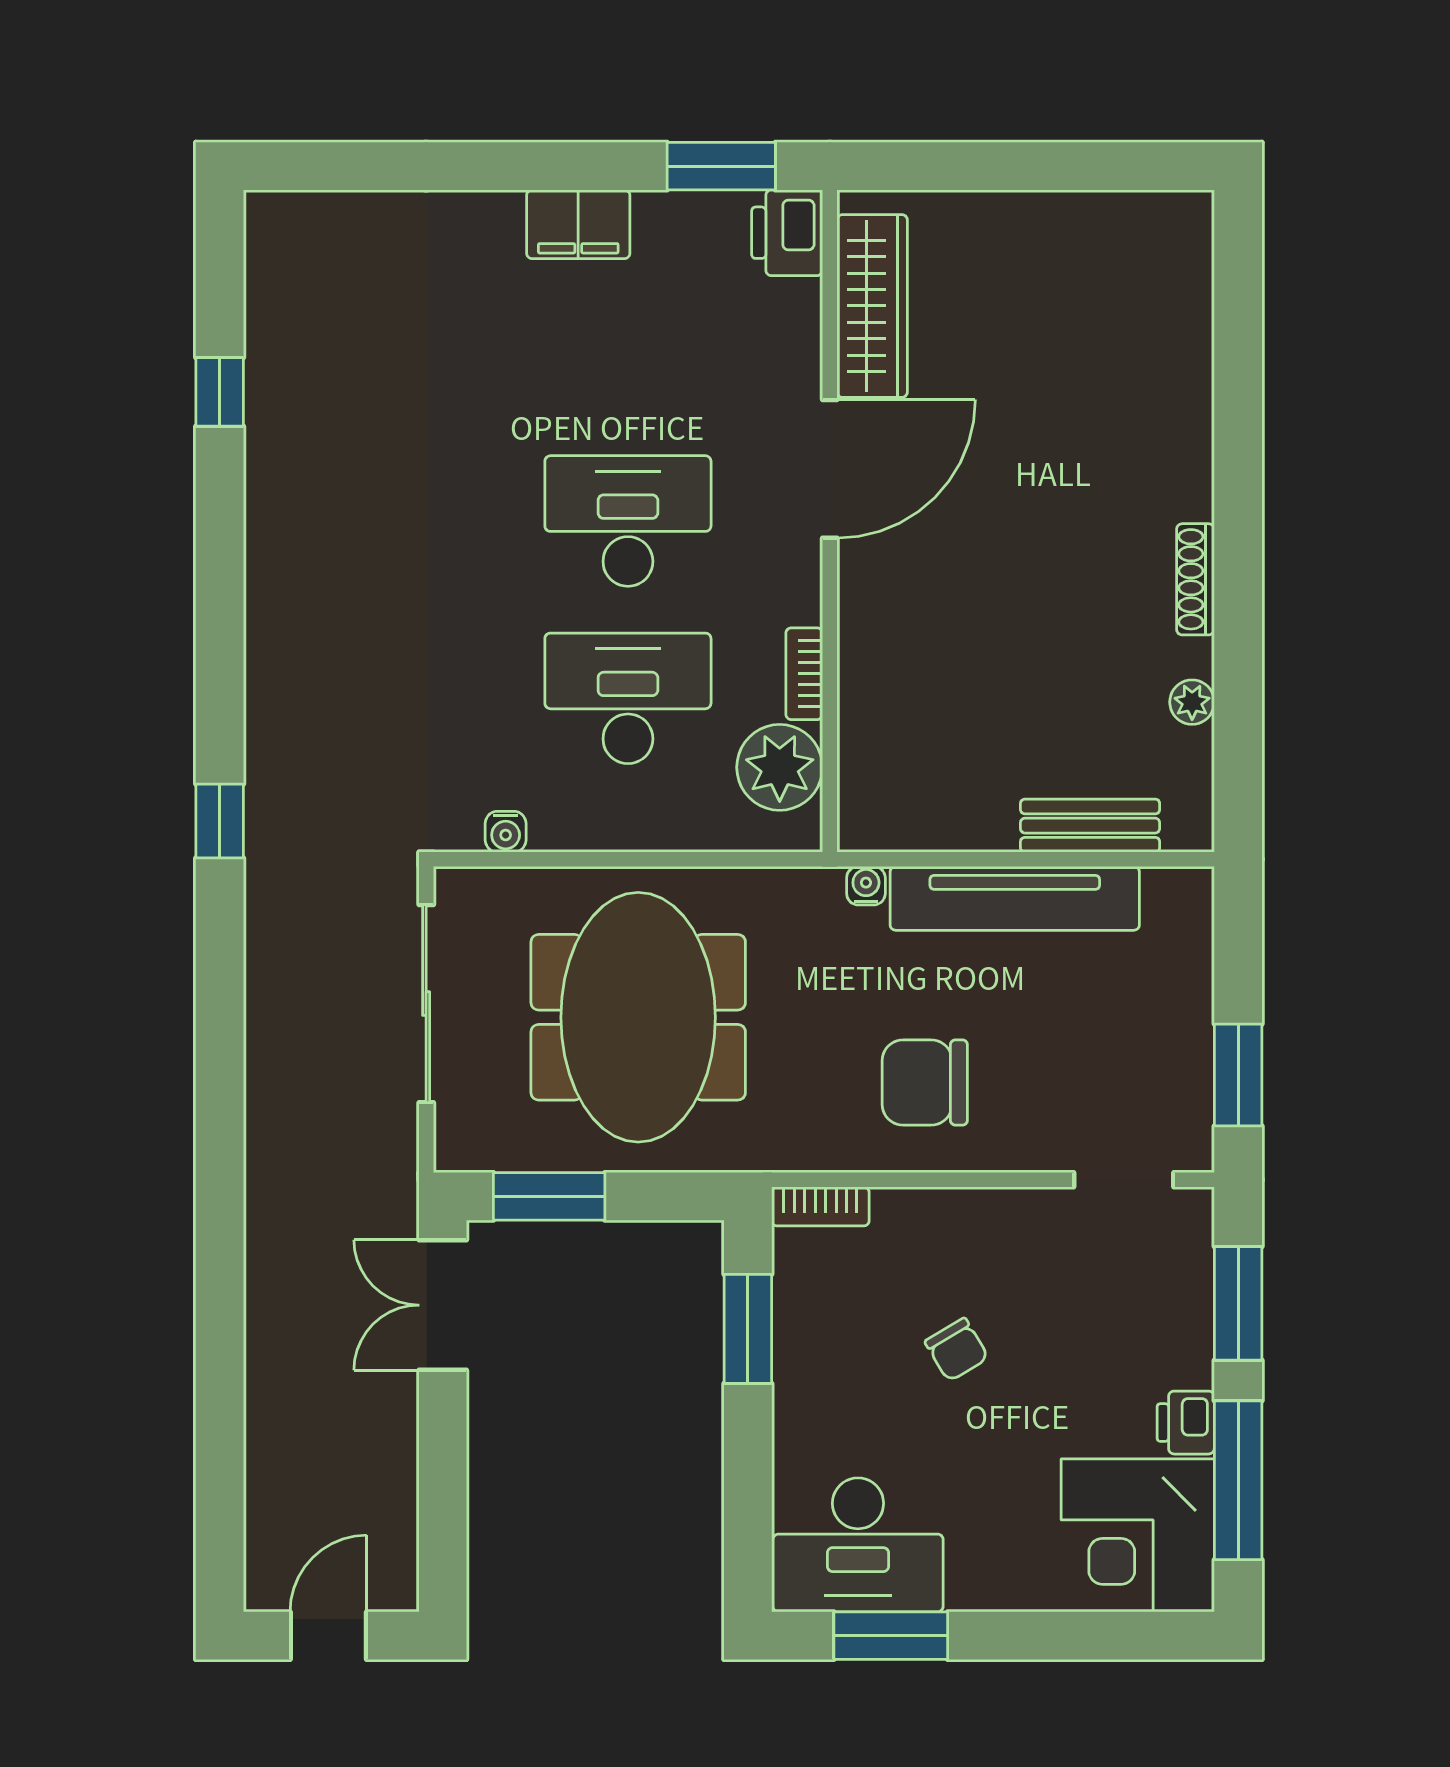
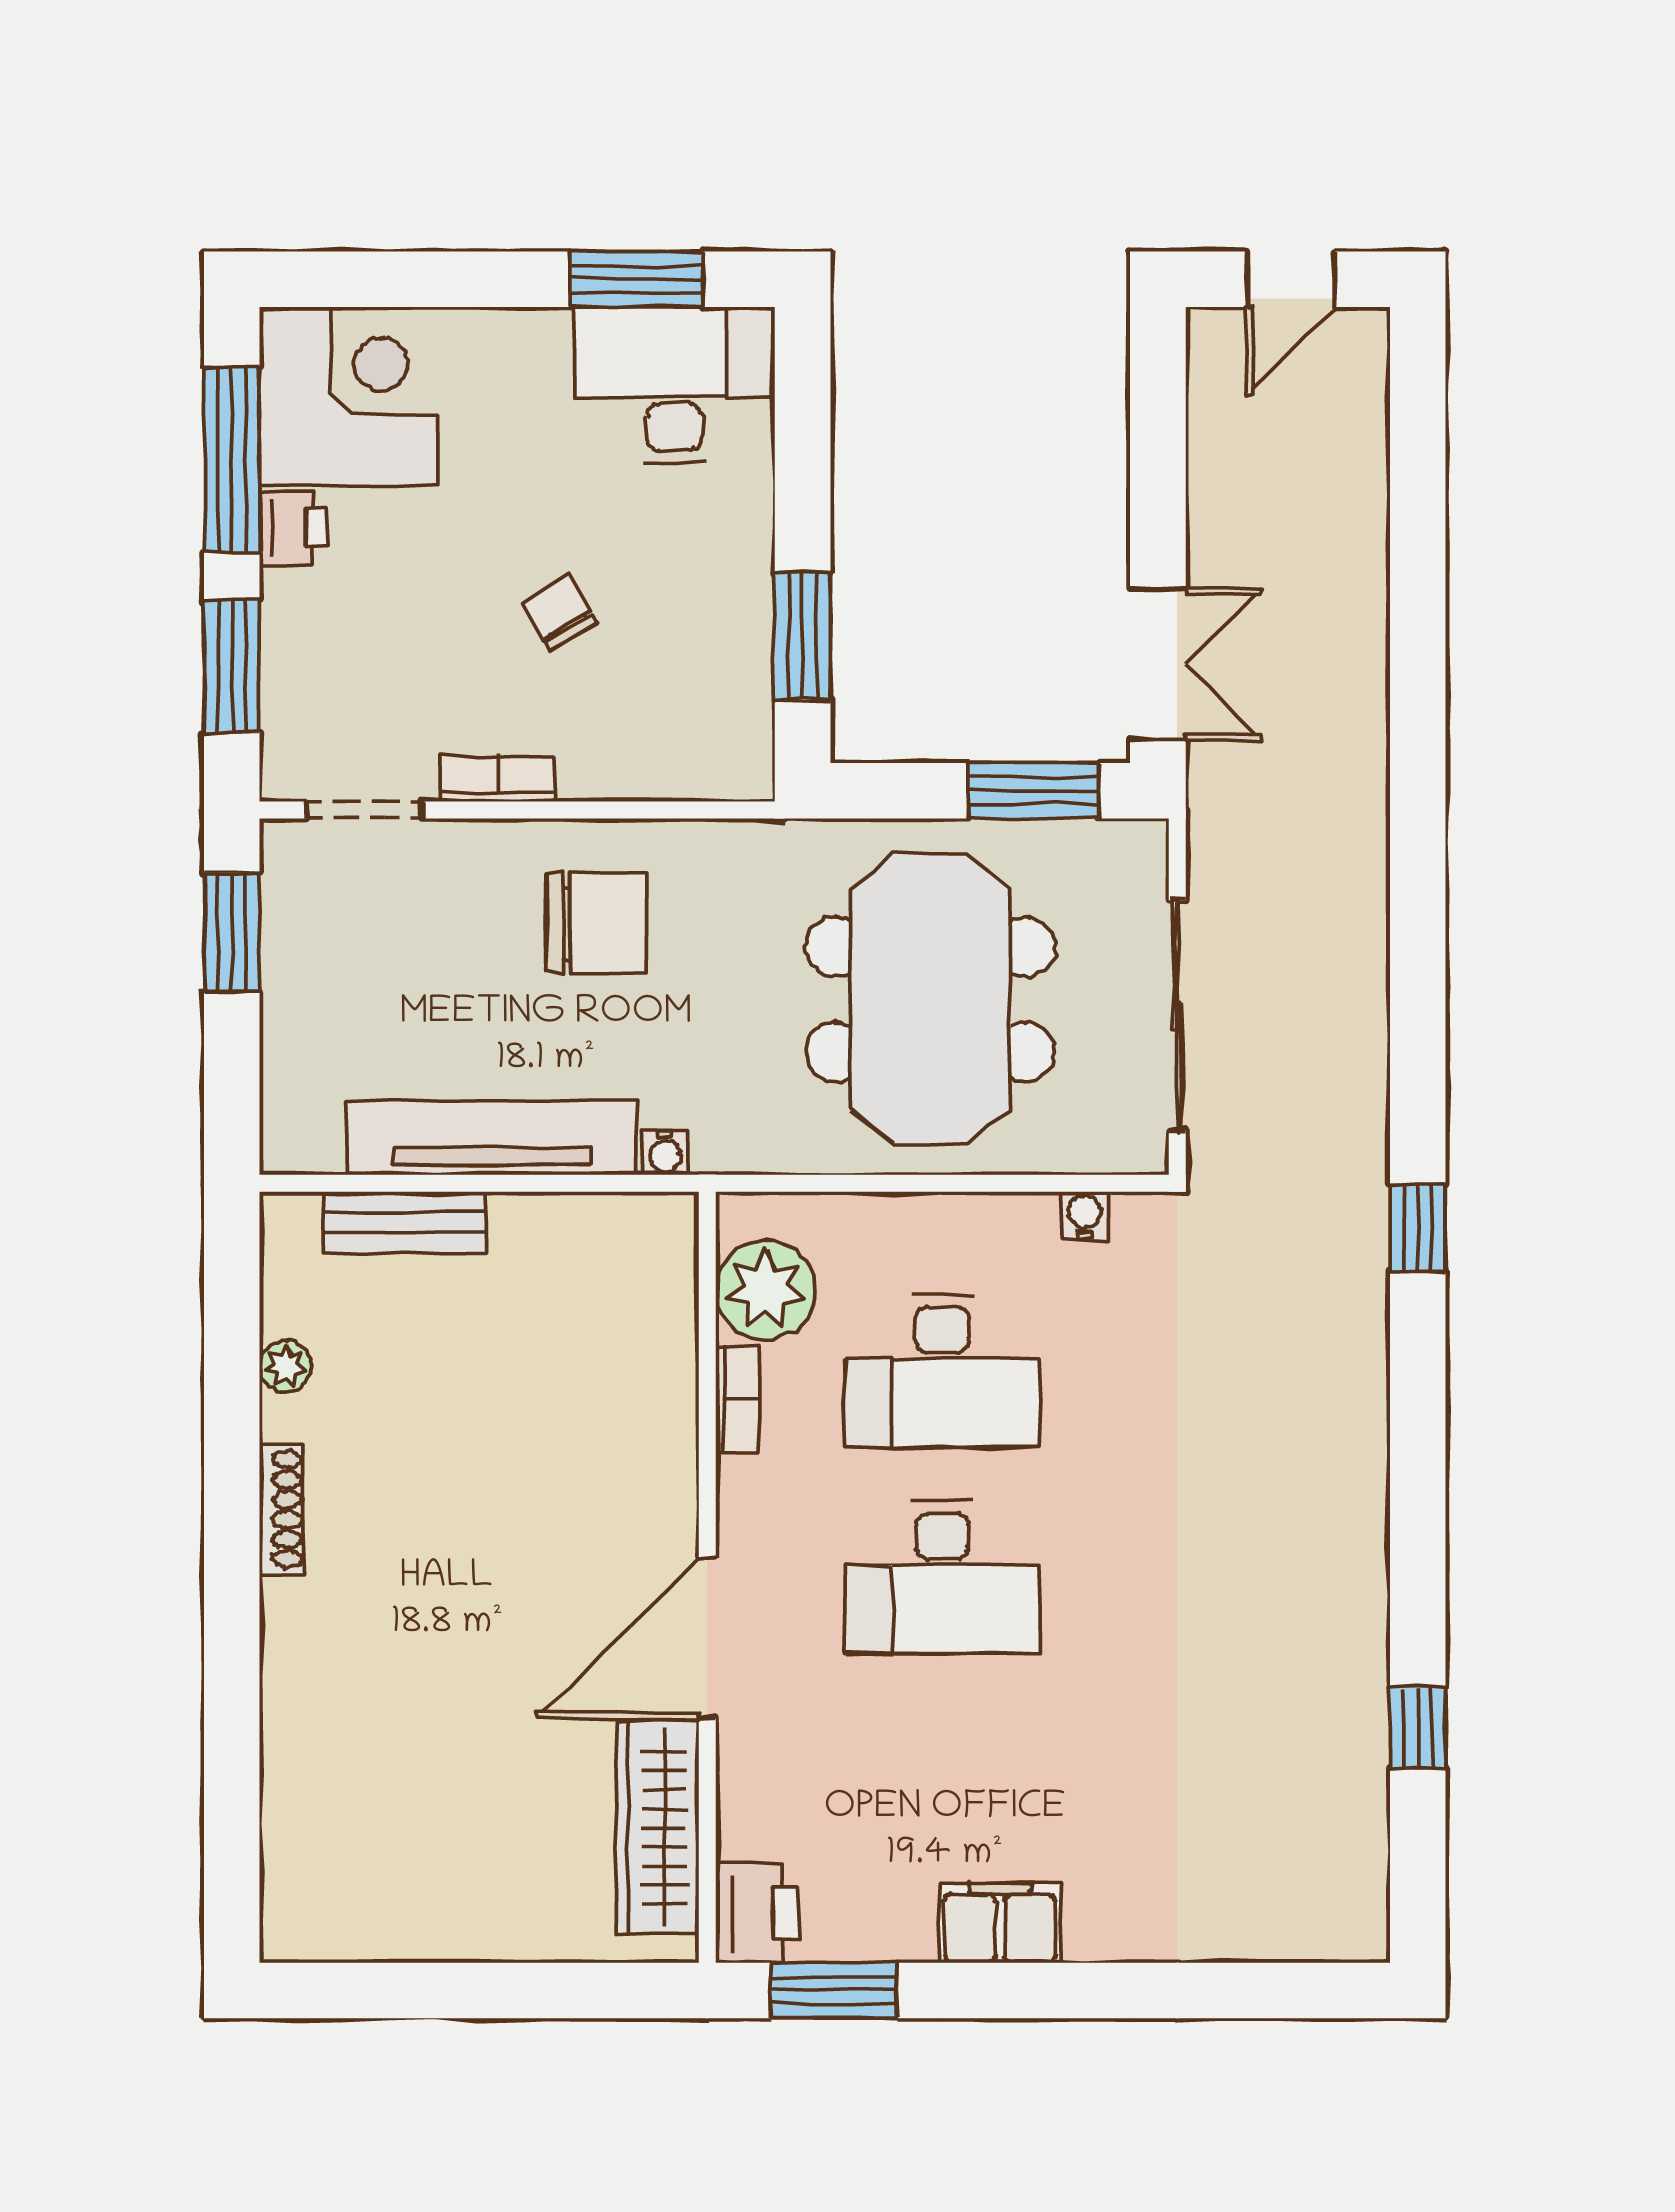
bookcase: (820, 1206) -> (498, 779), moved

